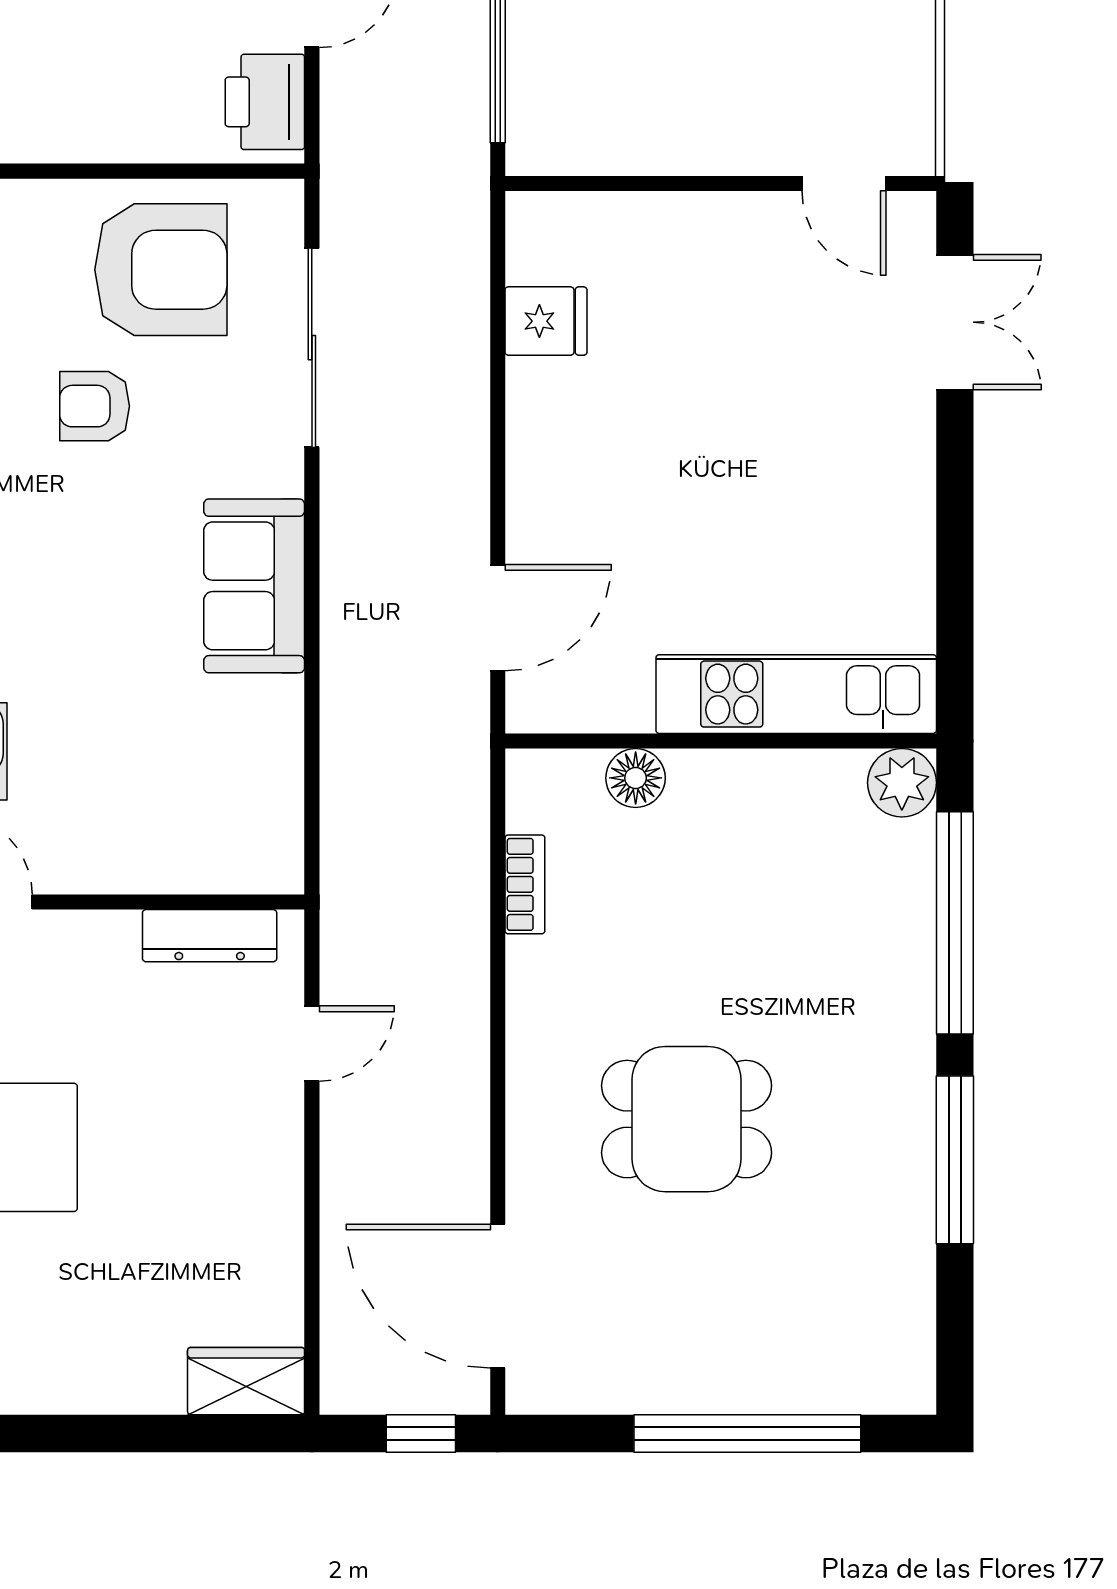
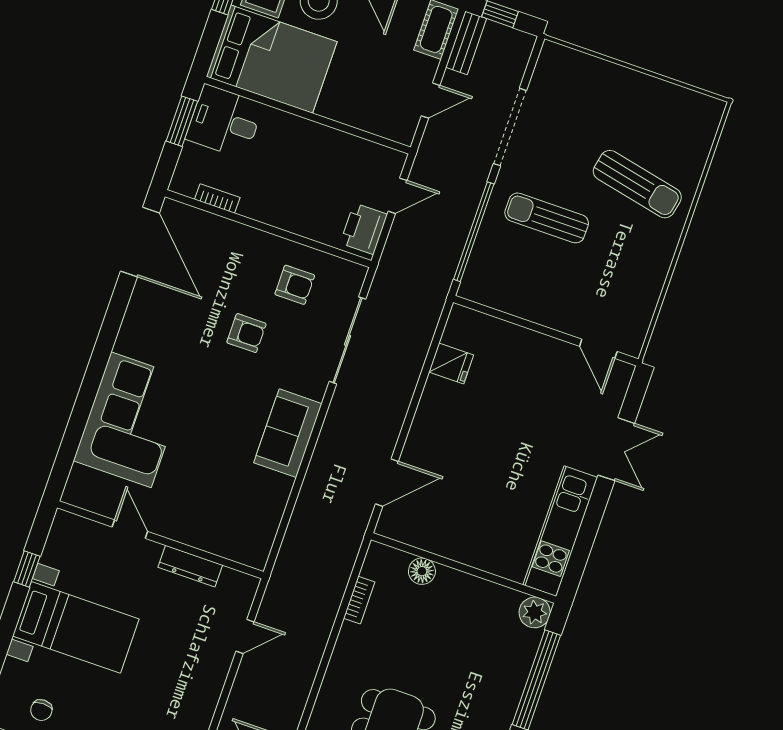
armchair: (161, 270) -> (295, 285), width x0.53, depth x0.53
double door: (955, 322) -> (616, 449), moved
armchair: (95, 406) -> (246, 333), turned 180
kitchen unit: (796, 694) -> (560, 531), moved, turned -90
dresser: (210, 936) -> (190, 566), moved

